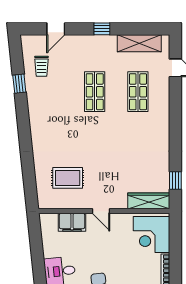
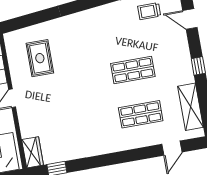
wardrobe: (149, 201) -> (33, 152), width x0.67

